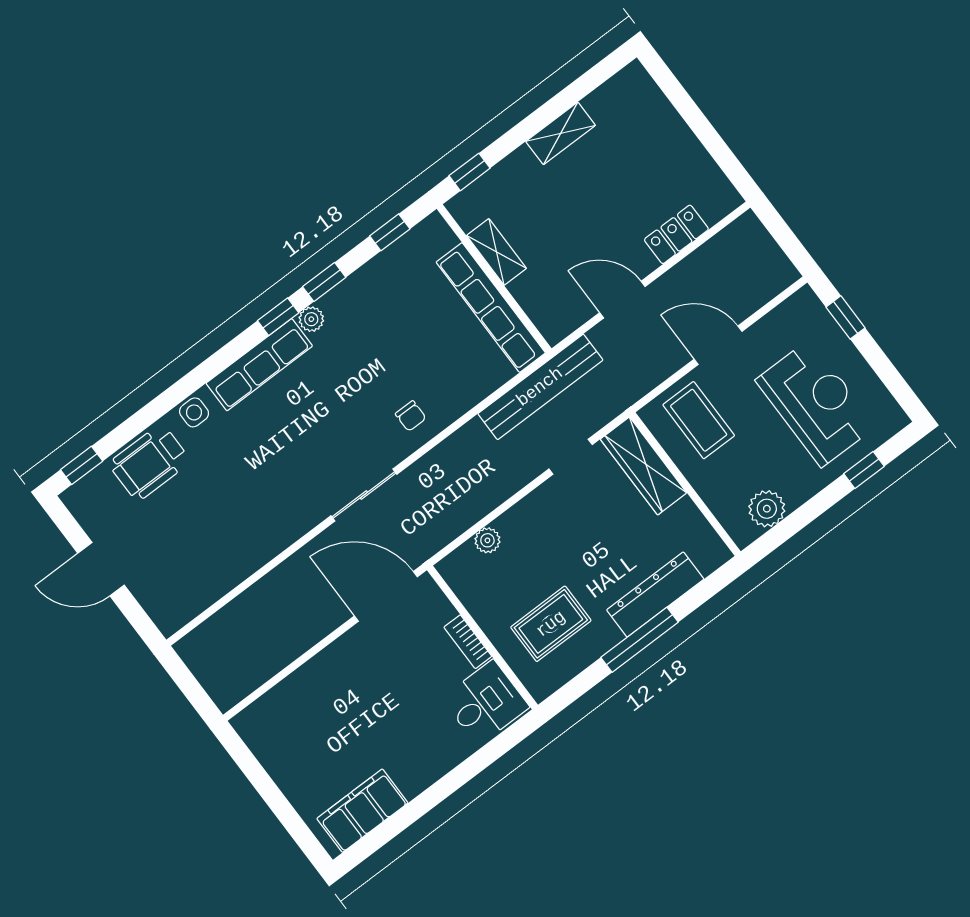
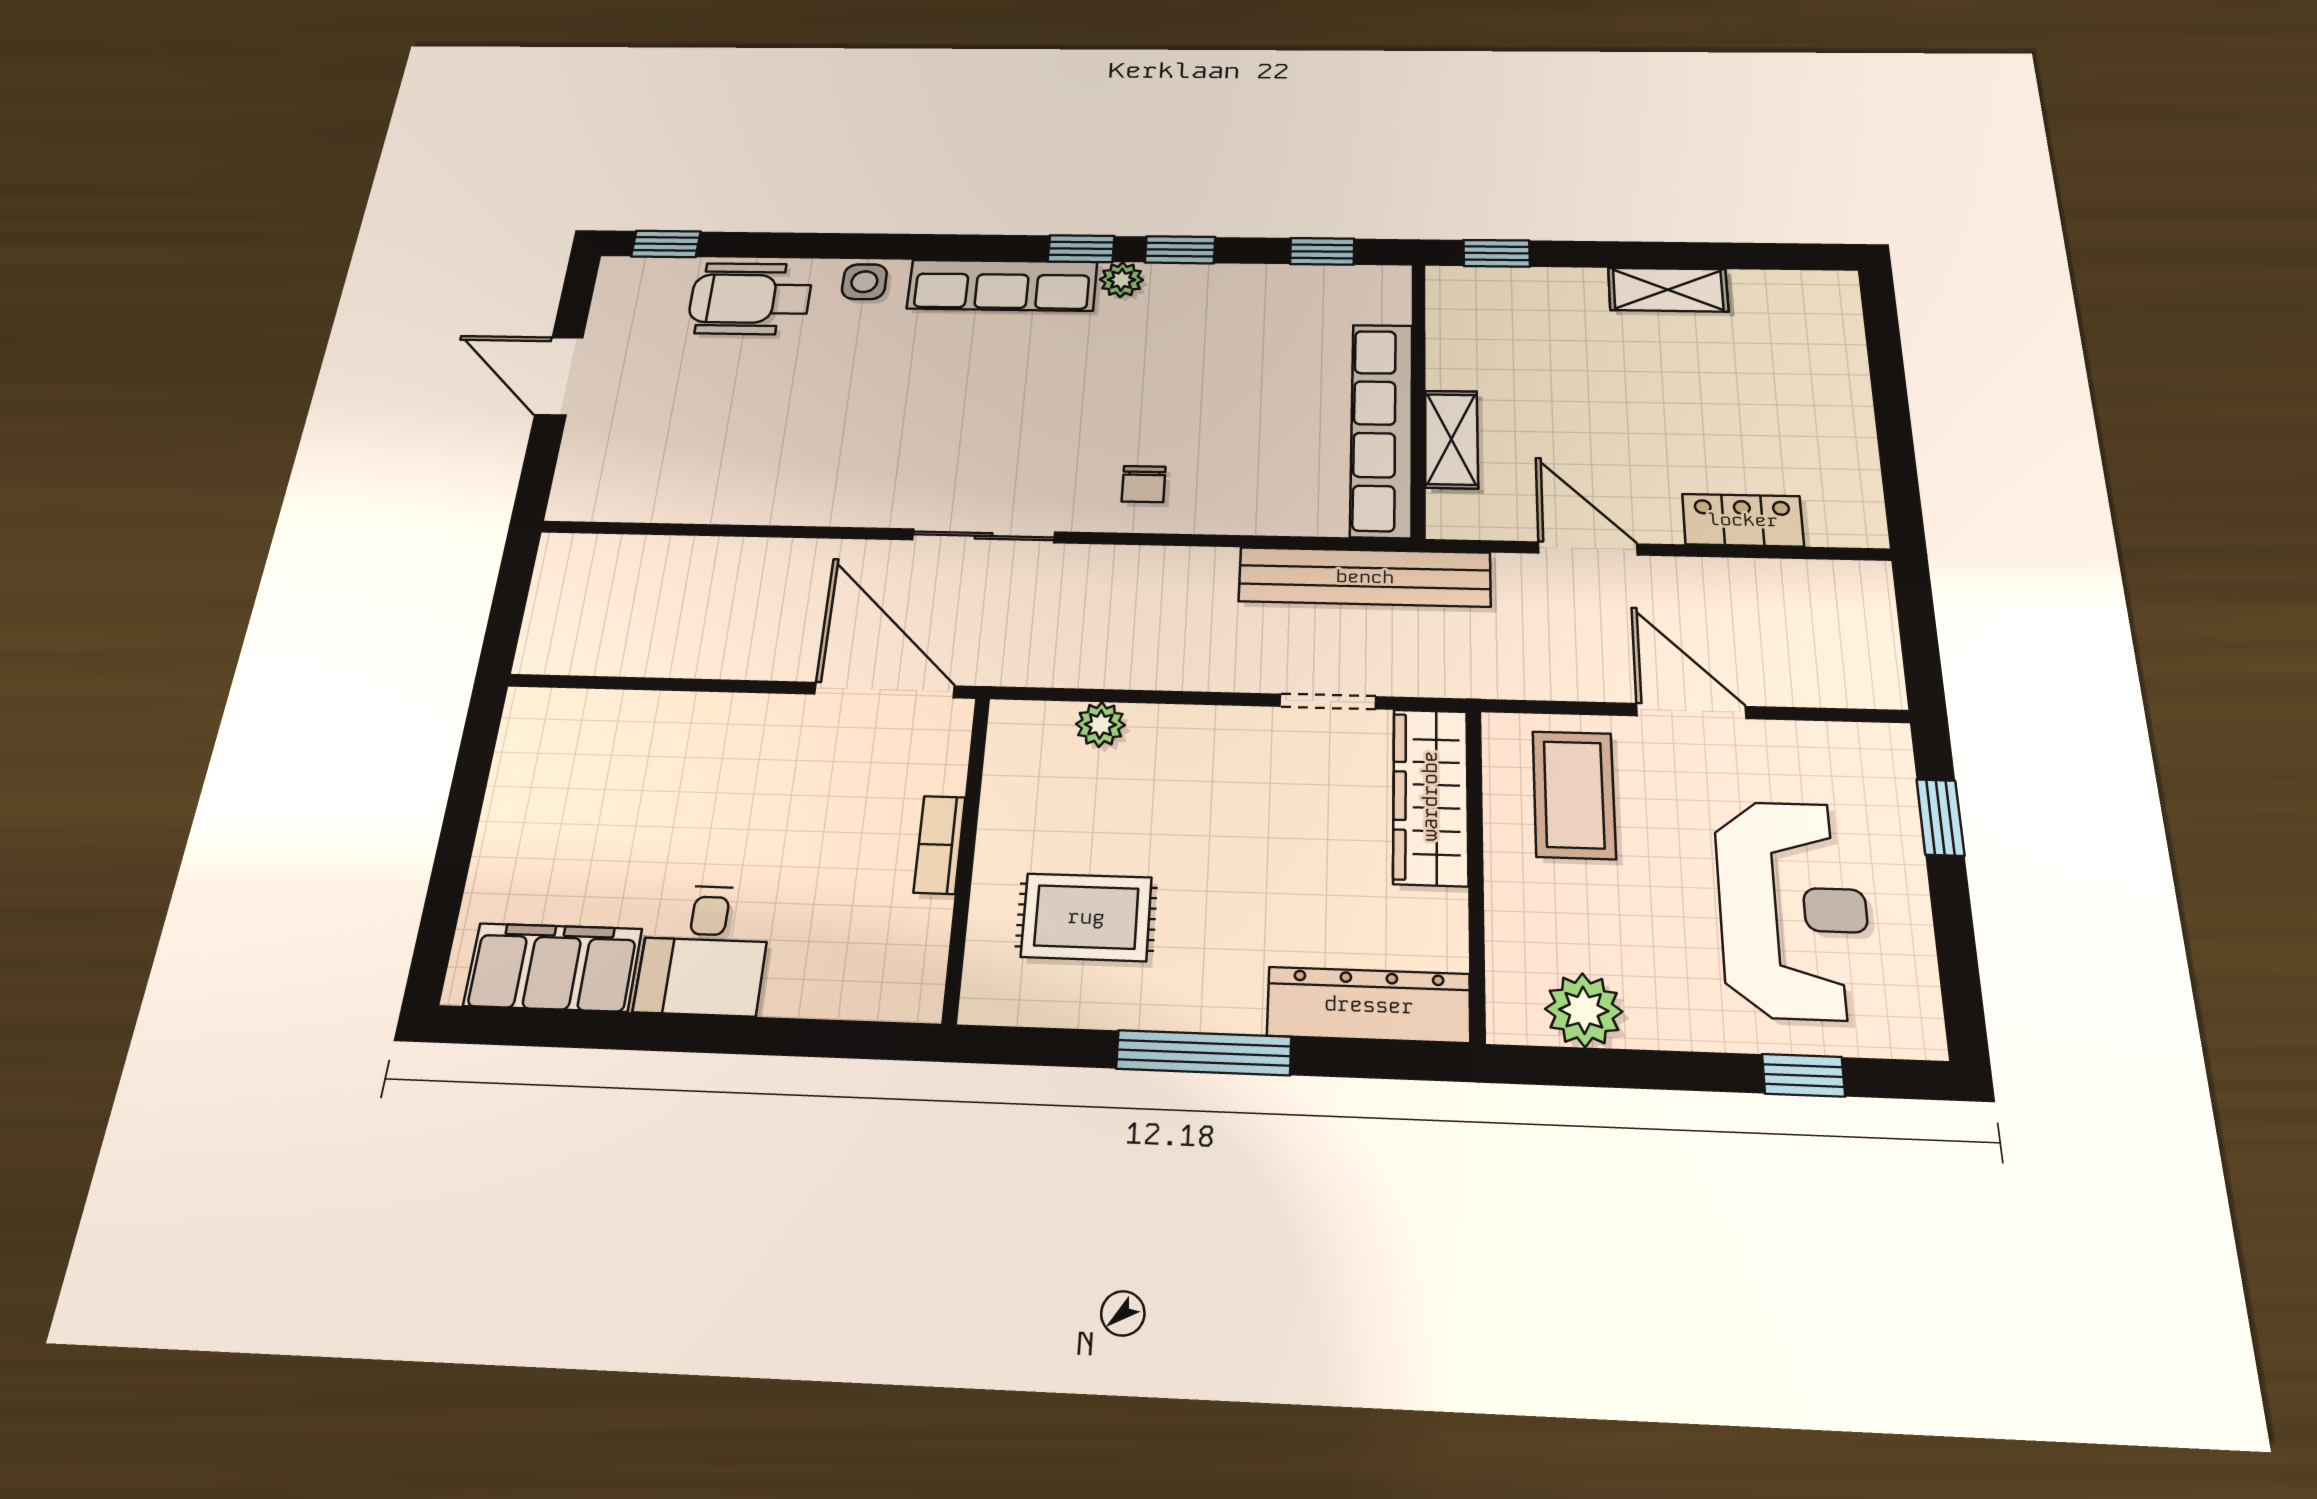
shelving: (496, 252) -> (1451, 439), moved
dresser: (655, 595) -> (1369, 1005), moved
desk: (486, 703) -> (704, 950), moved, turned 90

